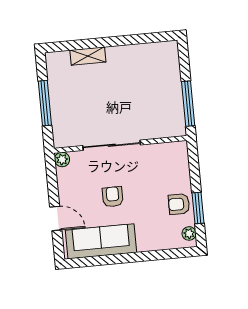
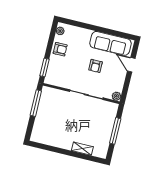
window: (198, 208) -> (44, 67), moved

